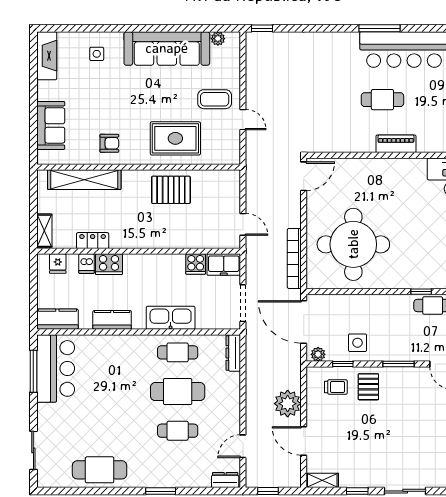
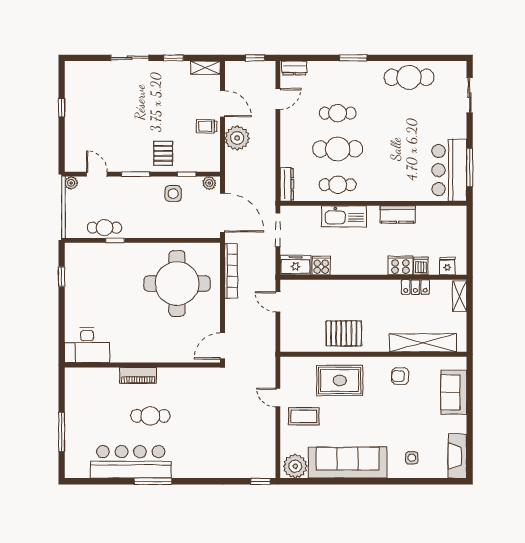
plant: (218, 39) -> (295, 466), width x1.88, depth x1.88
kitchen counter: (57, 319) -> (448, 215), removed
trolley: (336, 387) -> (207, 126), moved

